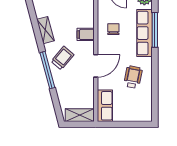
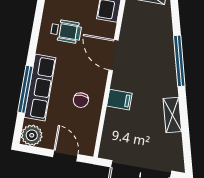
trolley: (63, 58) -> (156, 73), removed
door: (96, 66) -> (113, 55), hinge flipped
wheelchair: (133, 77) -> (66, 31), turned -101

